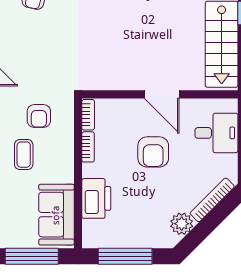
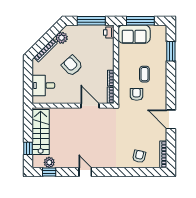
door: (162, 94) -> (90, 106), moved
armchair: (153, 152) -> (72, 66), moved, turned -43
printer: (96, 198) -> (109, 33), moved, width x0.53, depth x0.68
sofa: (56, 215) -> (134, 34), moved, turned 90

